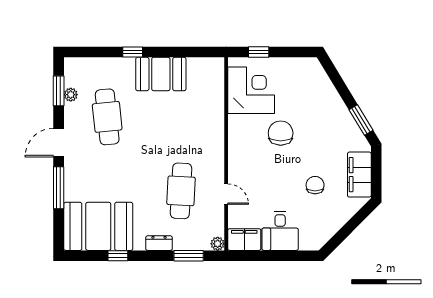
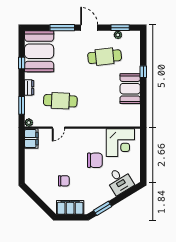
window: (259, 52) -> (143, 147), removed
desk: (280, 231) -> (120, 181), moved, turned -121

